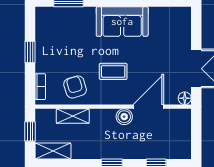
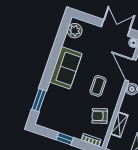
plant: (174, 17) -> (75, 31), added

